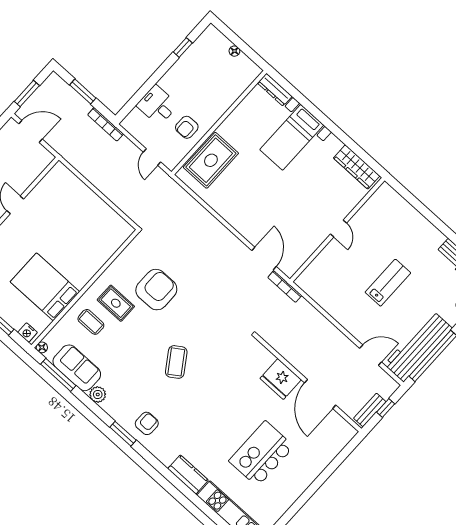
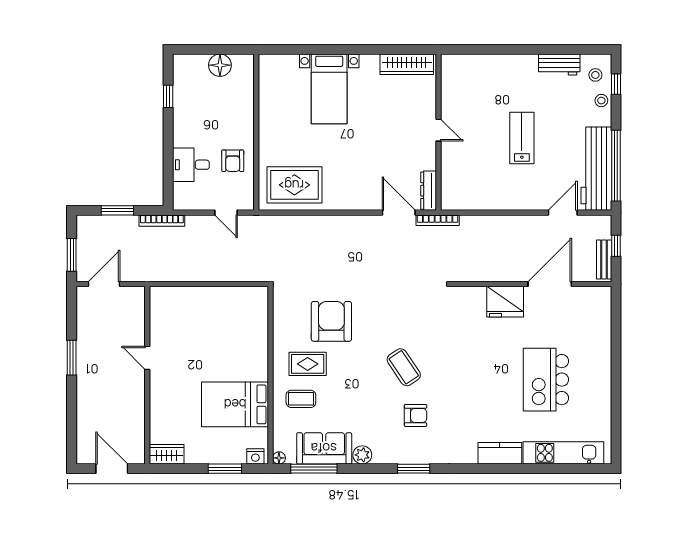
floor lamp: (234, 51) -> (220, 65), width x1.89, depth x1.89
dresser: (275, 90) -> (429, 191), moved, turned 90
rug: (211, 160) -> (294, 185), moved, turned 90
door: (320, 394) -> (550, 284), swing flipped
armchair: (147, 423) -> (416, 415), moved, turned 90

